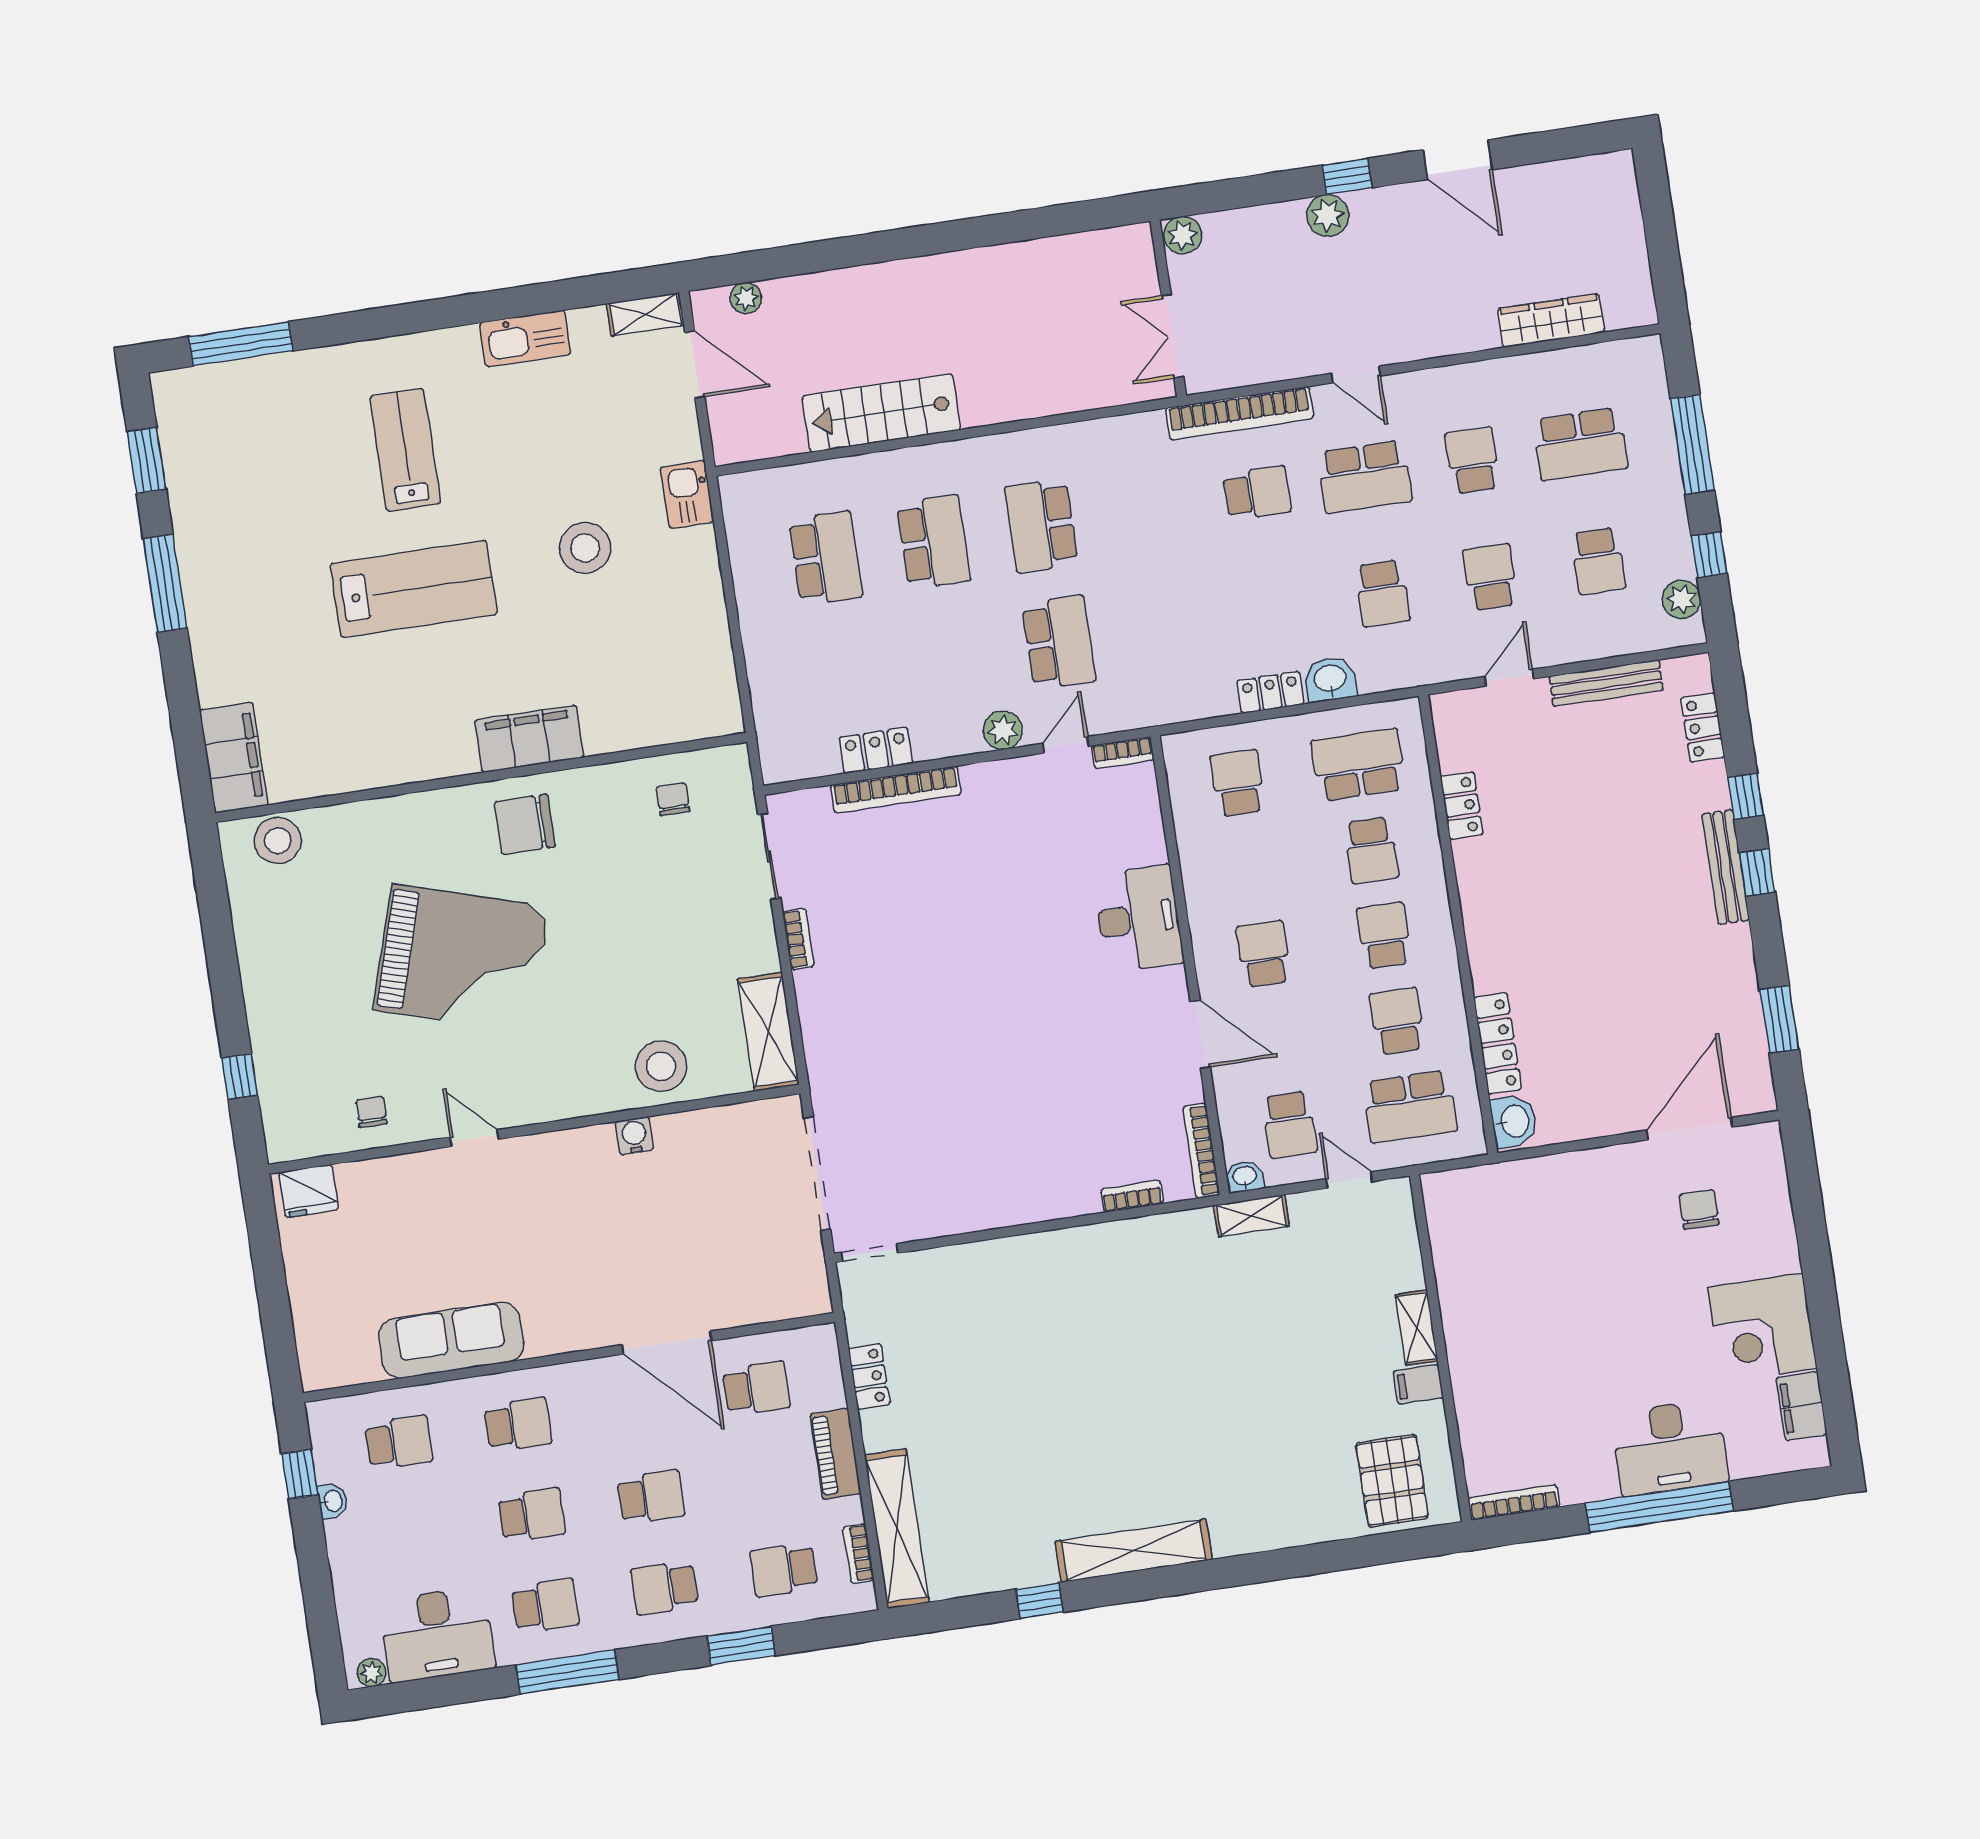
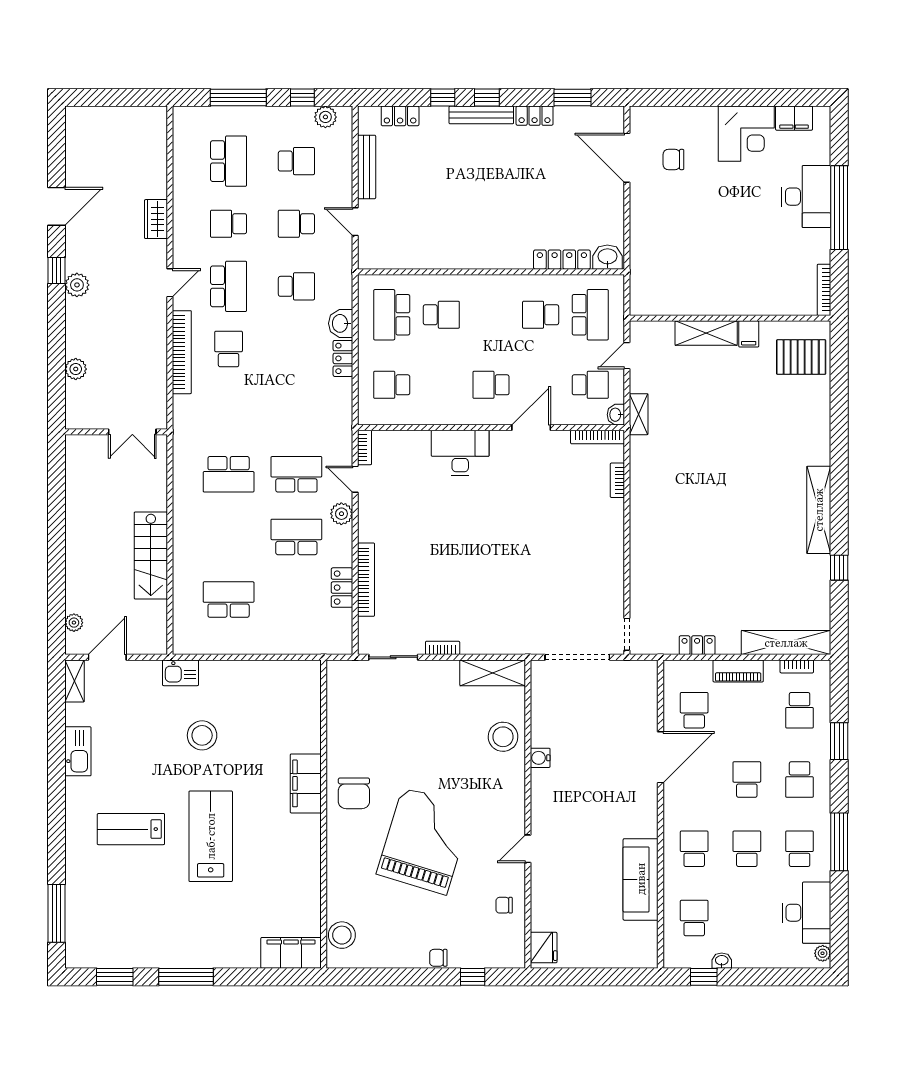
wall: (1168, 308) -> (116, 432), moved
wardrobe: (1551, 321) -> (156, 219), moved, width x0.67
double door: (1173, 336) -> (132, 432), moved
school desk: (934, 542) -> (296, 537), moved
chair: (673, 799) -> (438, 958), moved
locker: (1462, 805) -> (535, 116), moved, turned 180
school desk: (1384, 936) -> (491, 315), removed
shelving: (1417, 1328) -> (706, 333), width x1.50, depth x1.33

